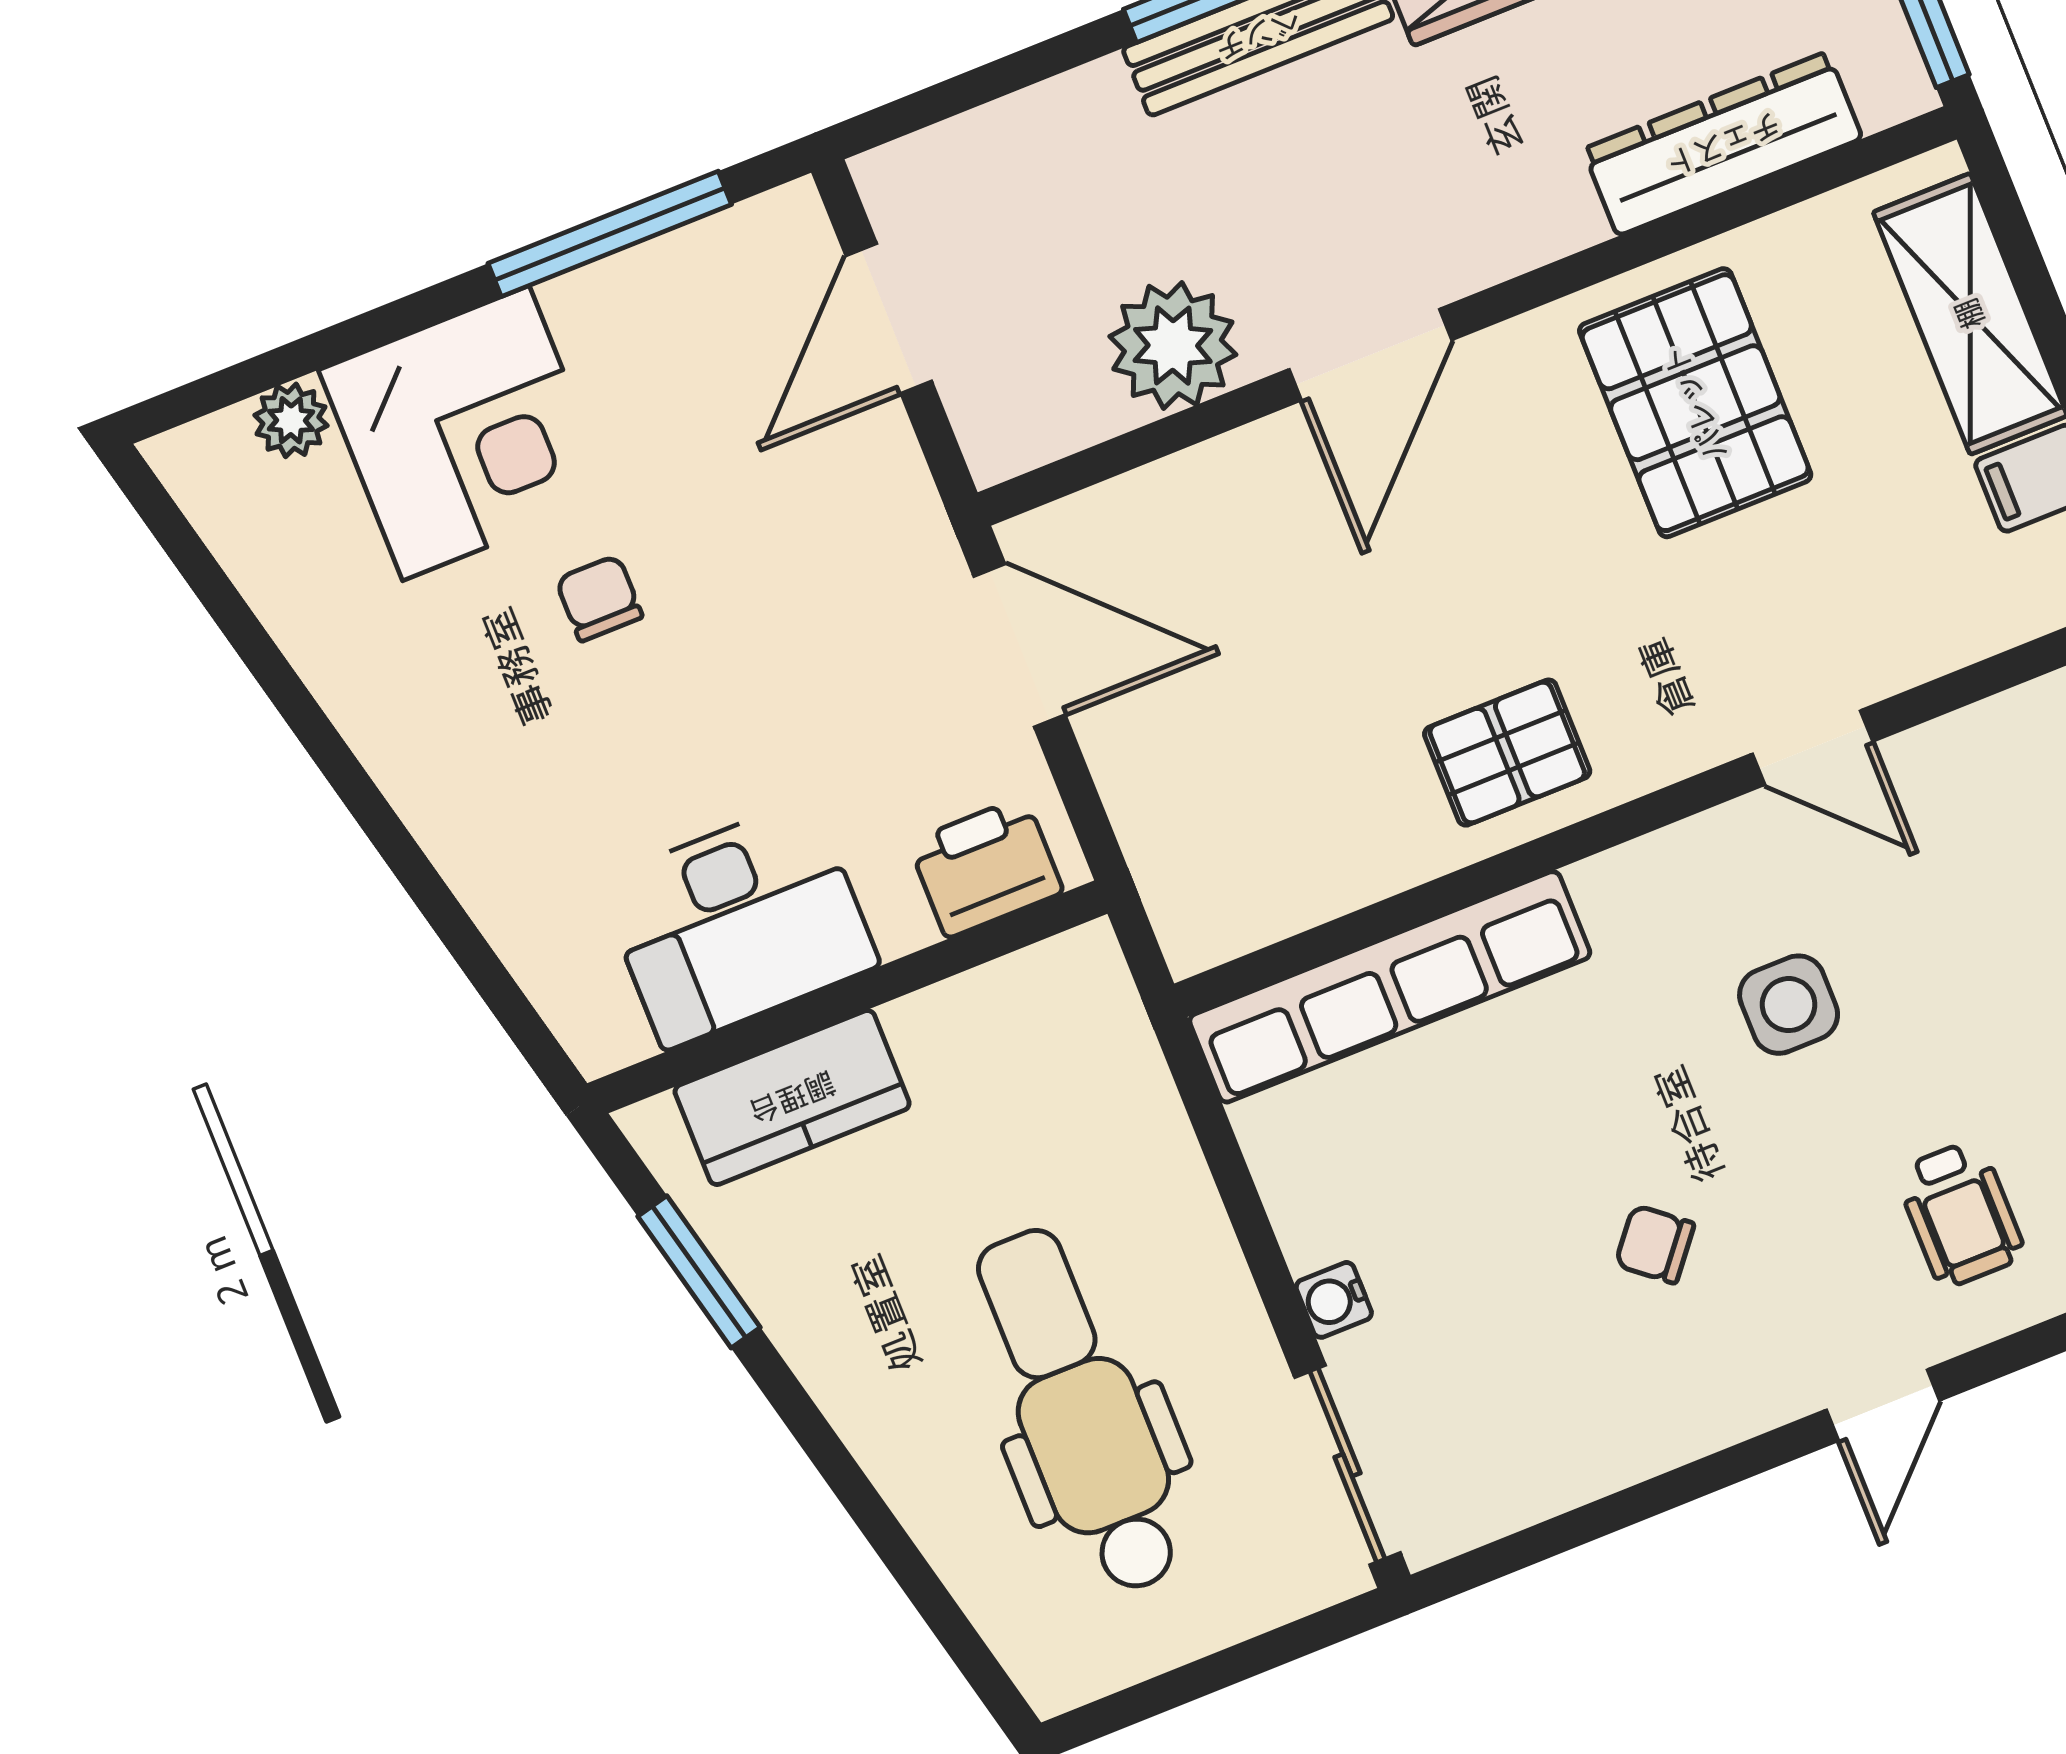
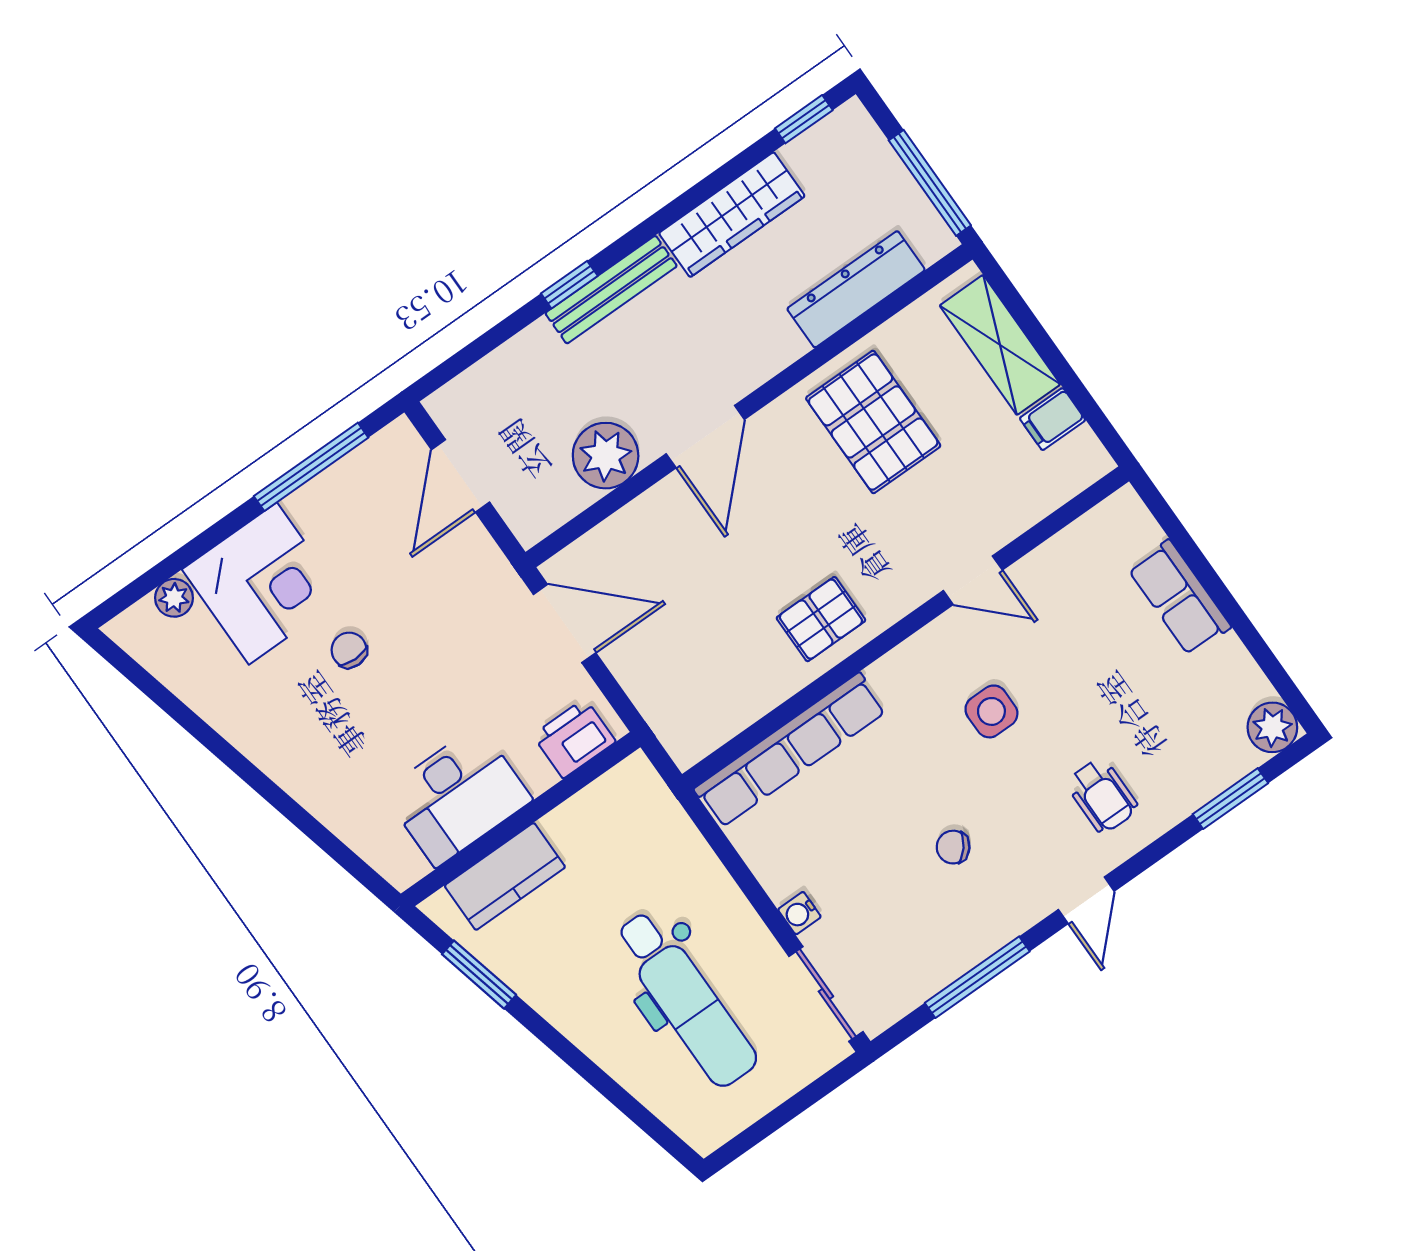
dental chair: (1080, 1411) -> (686, 999), turned 180
window: (1642, 1502) -> (977, 977), added

